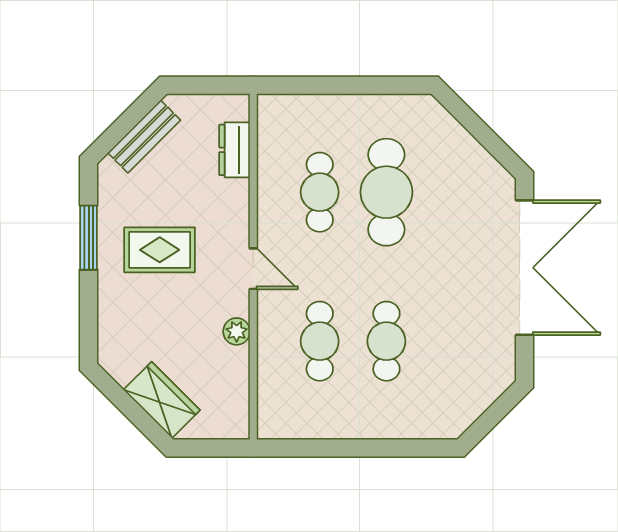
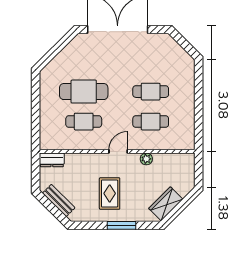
dresser: (234, 150) -> (52, 160), moved
window: (89, 238) -> (122, 225), moved
wardrobe: (162, 400) -> (166, 204), moved

